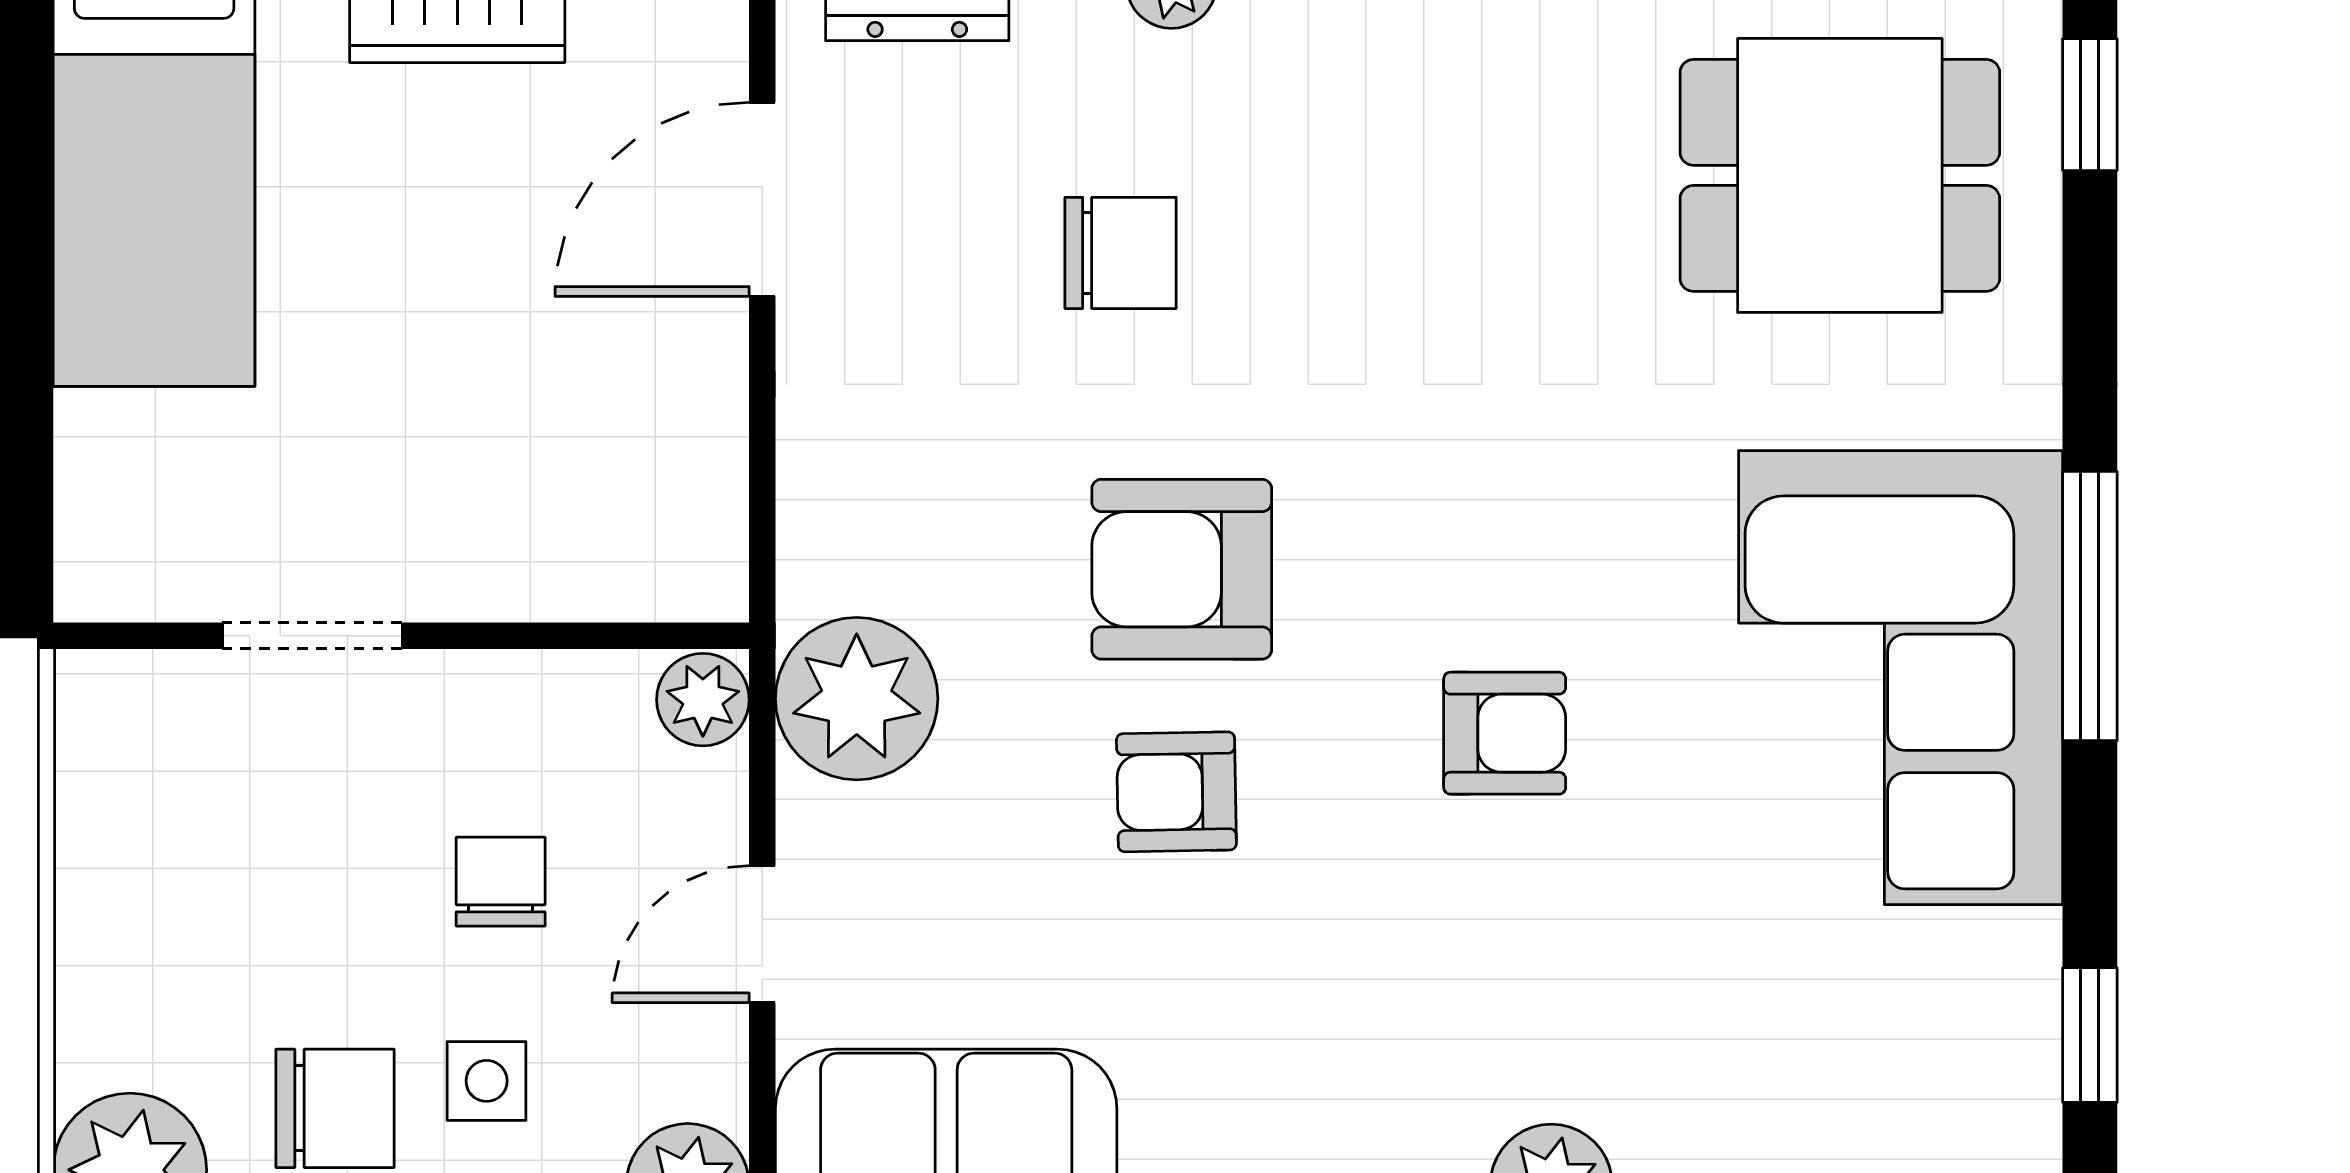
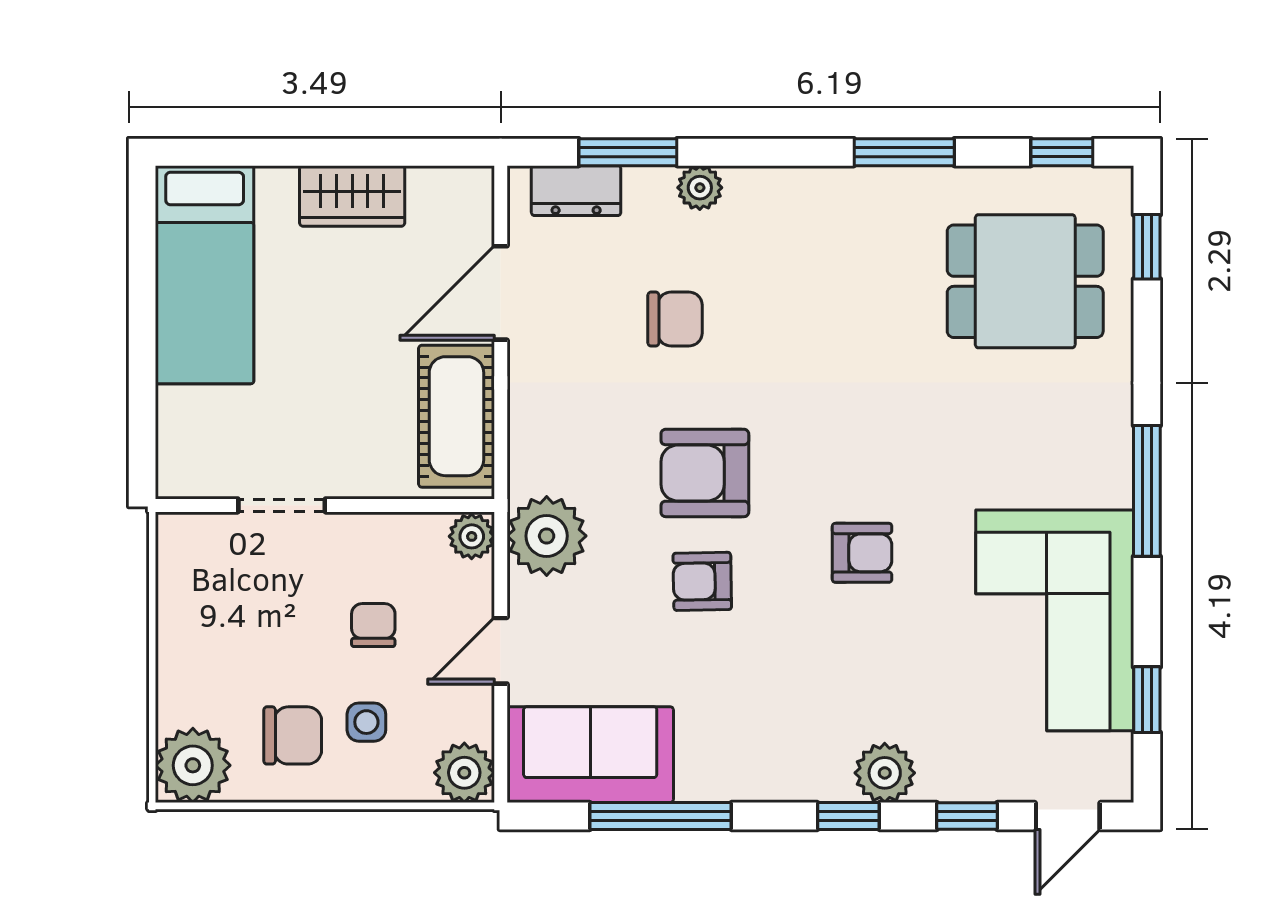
cot: (672, 453) -> (456, 416), added
corner sofa: (1901, 678) -> (1055, 620), moved

